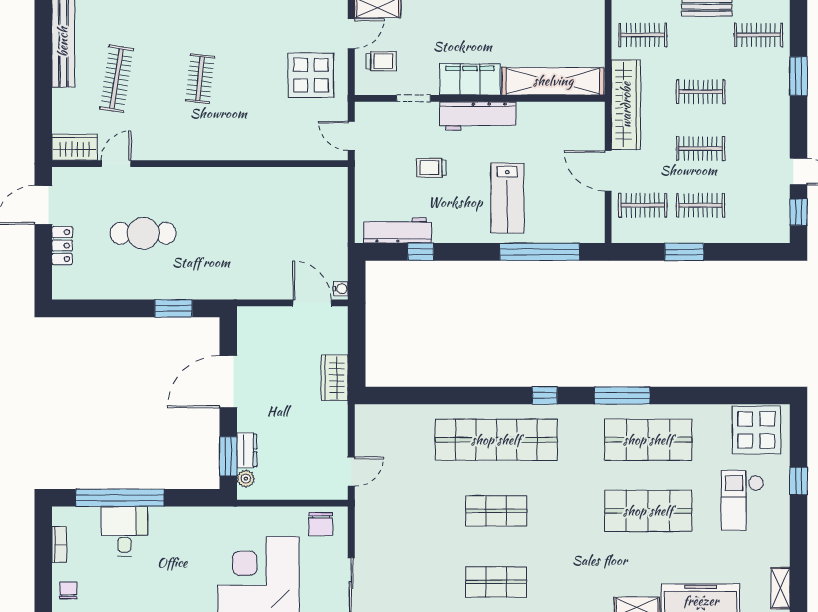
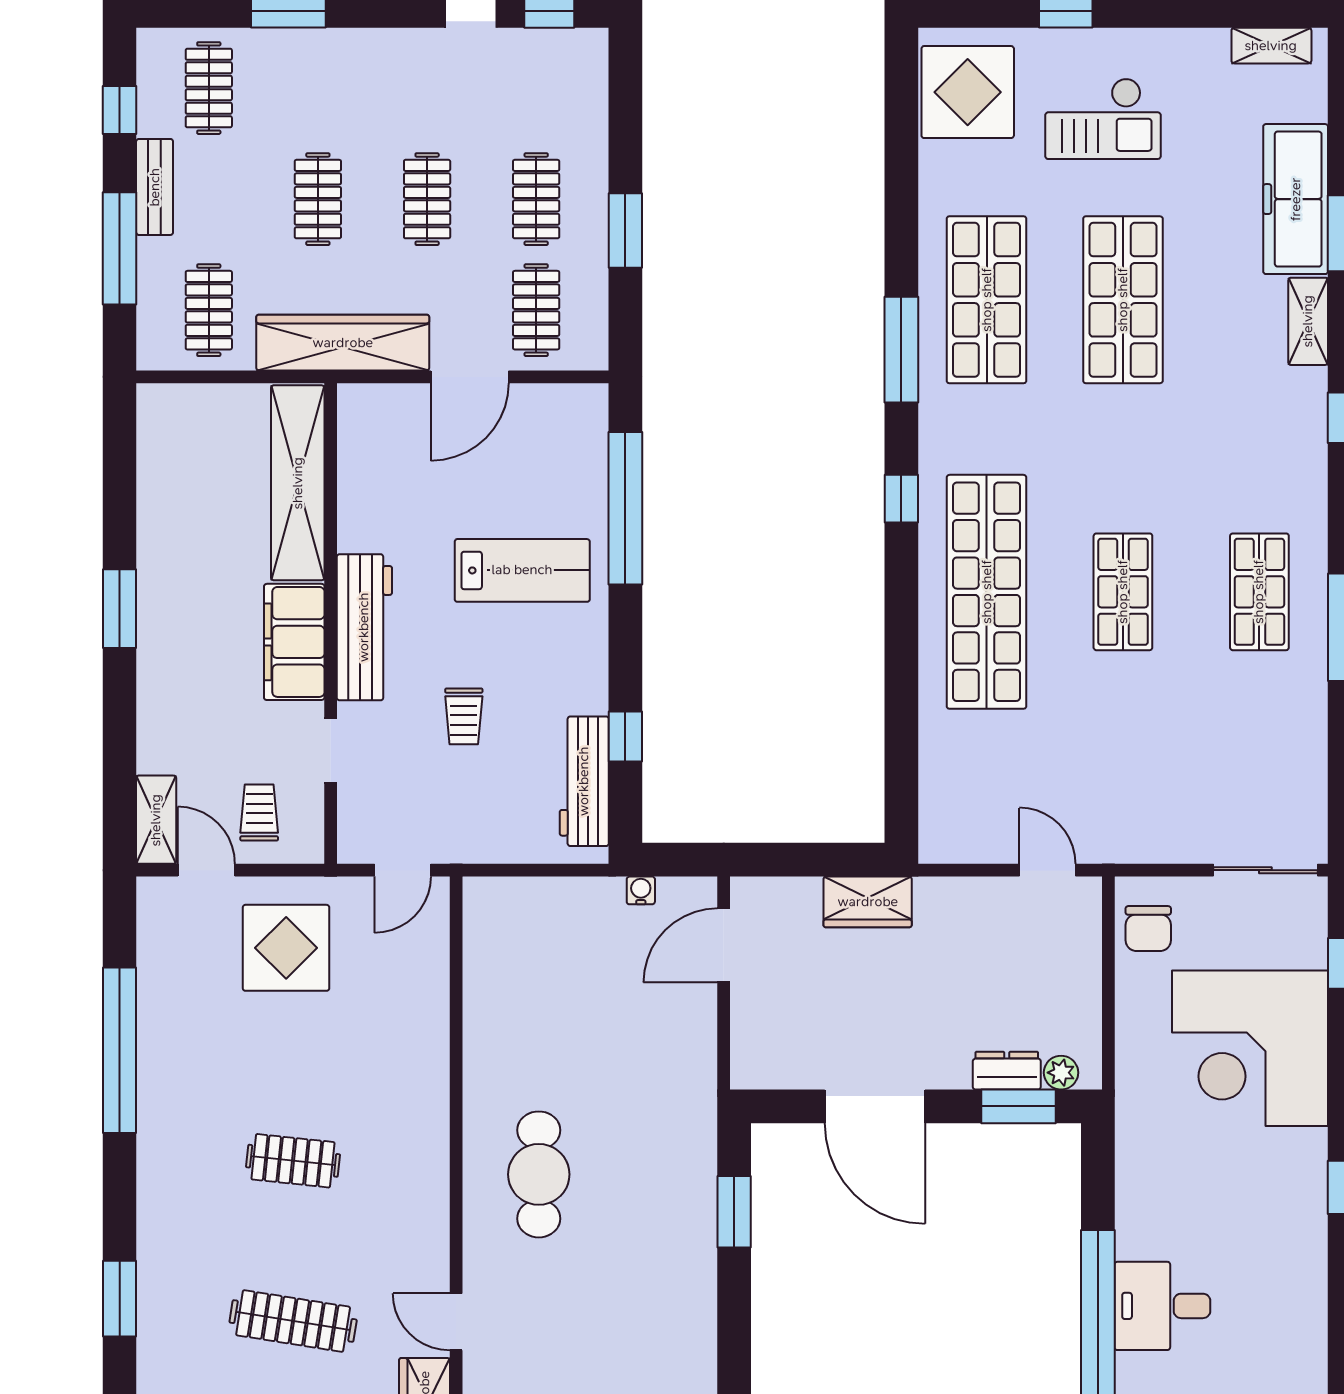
cafe table: (143, 233) -> (539, 1174), moved
water cooler: (341, 289) -> (641, 890), moved
chair: (321, 524) -> (1148, 929), turned 90

